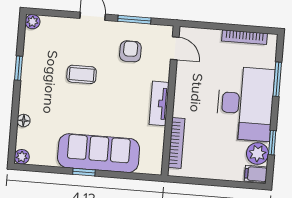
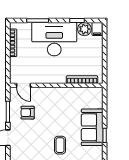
door: (175, 48) -> (23, 85), swing flipped
coffee table: (82, 74) -> (60, 145), moved
tv unit: (159, 103) -> (58, 92), removed
sofa: (99, 153) -> (92, 127), width x0.73

